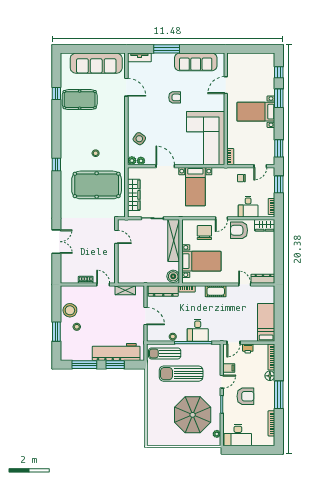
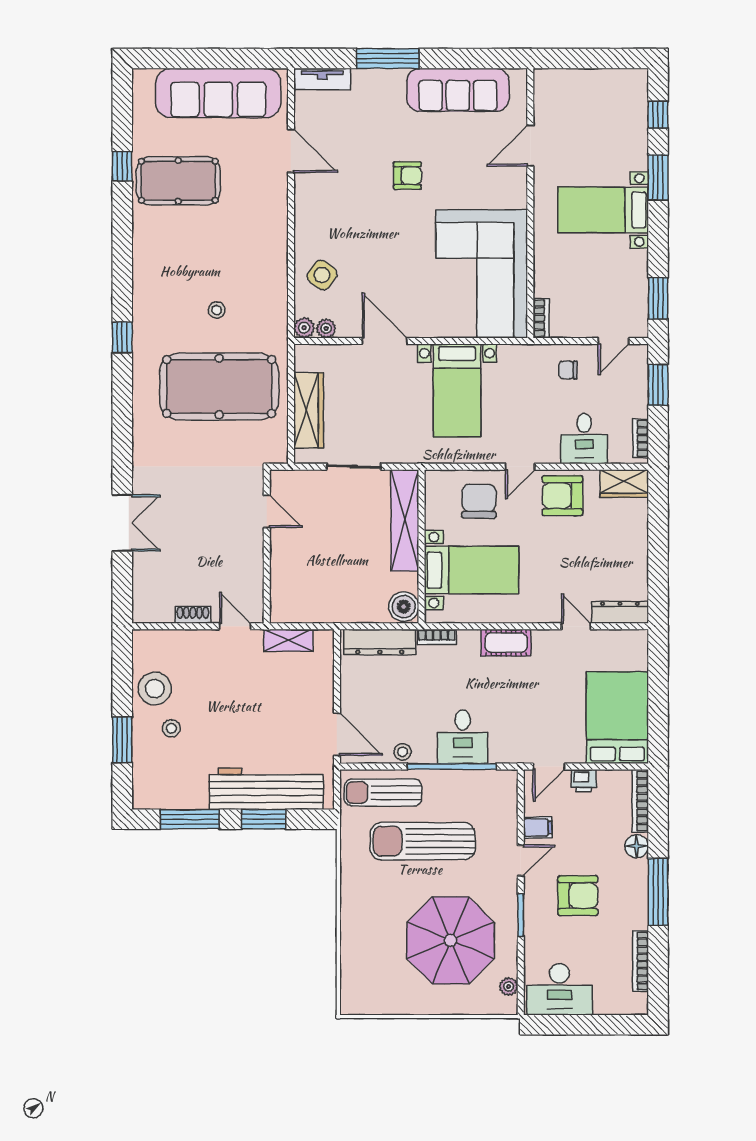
door: (145, 316) -> (337, 734), moved
bed: (266, 322) -> (617, 718), width x1.50

